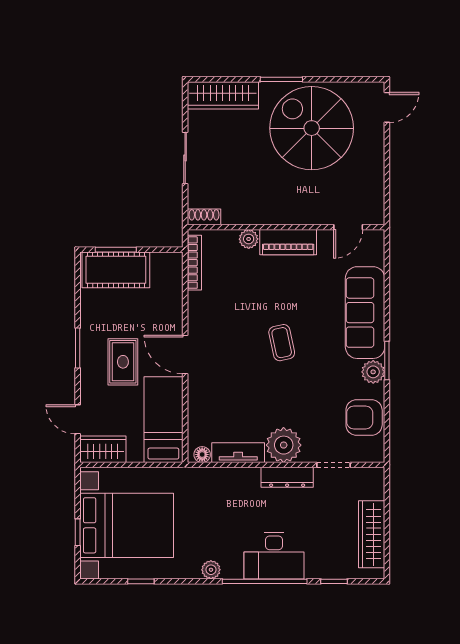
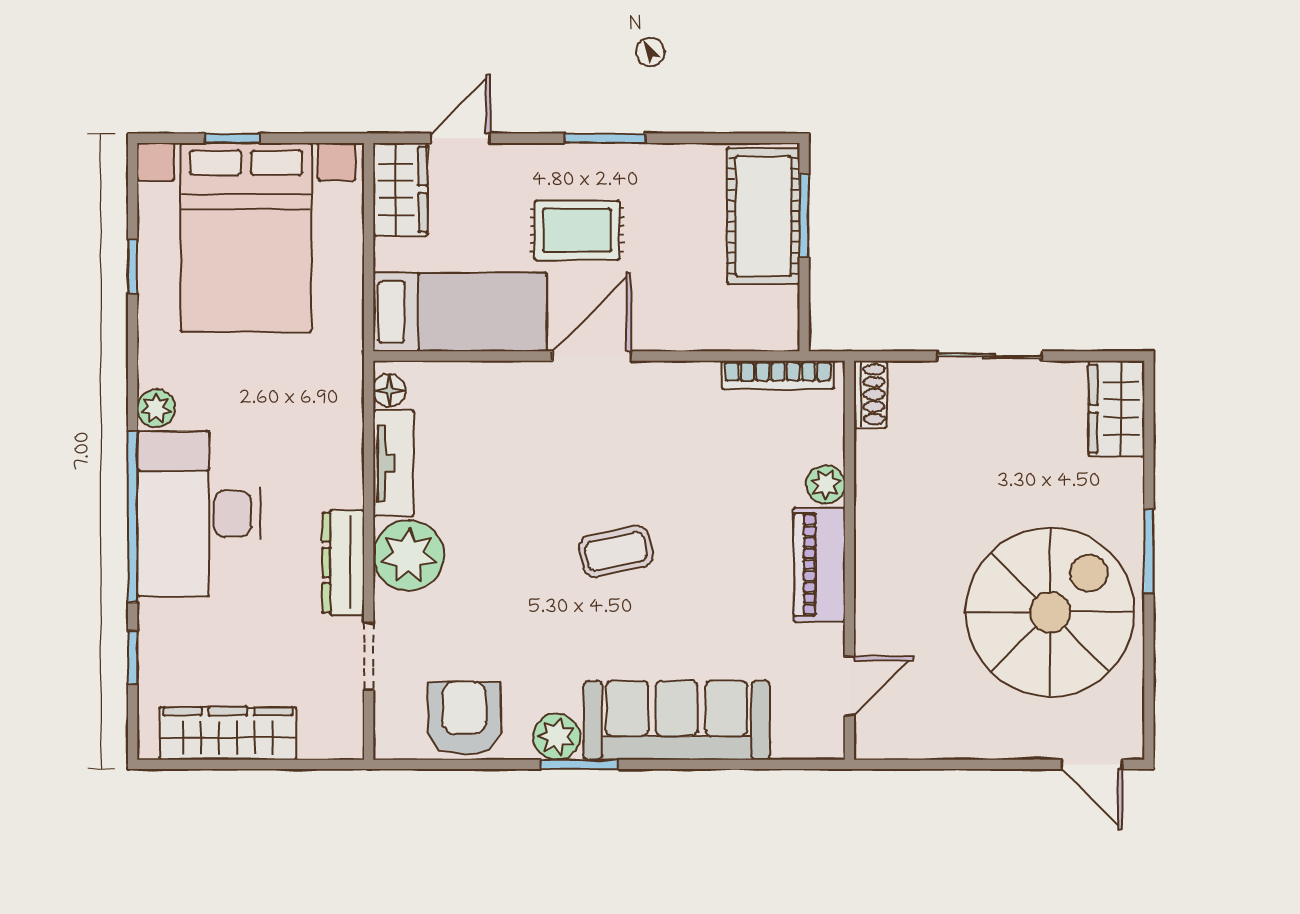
wardrobe: (223, 95) -> (1117, 409), width x0.67
door: (348, 227) -> (849, 686), swing flipped
desk: (274, 556) -> (199, 514), width x1.36, depth x1.30

